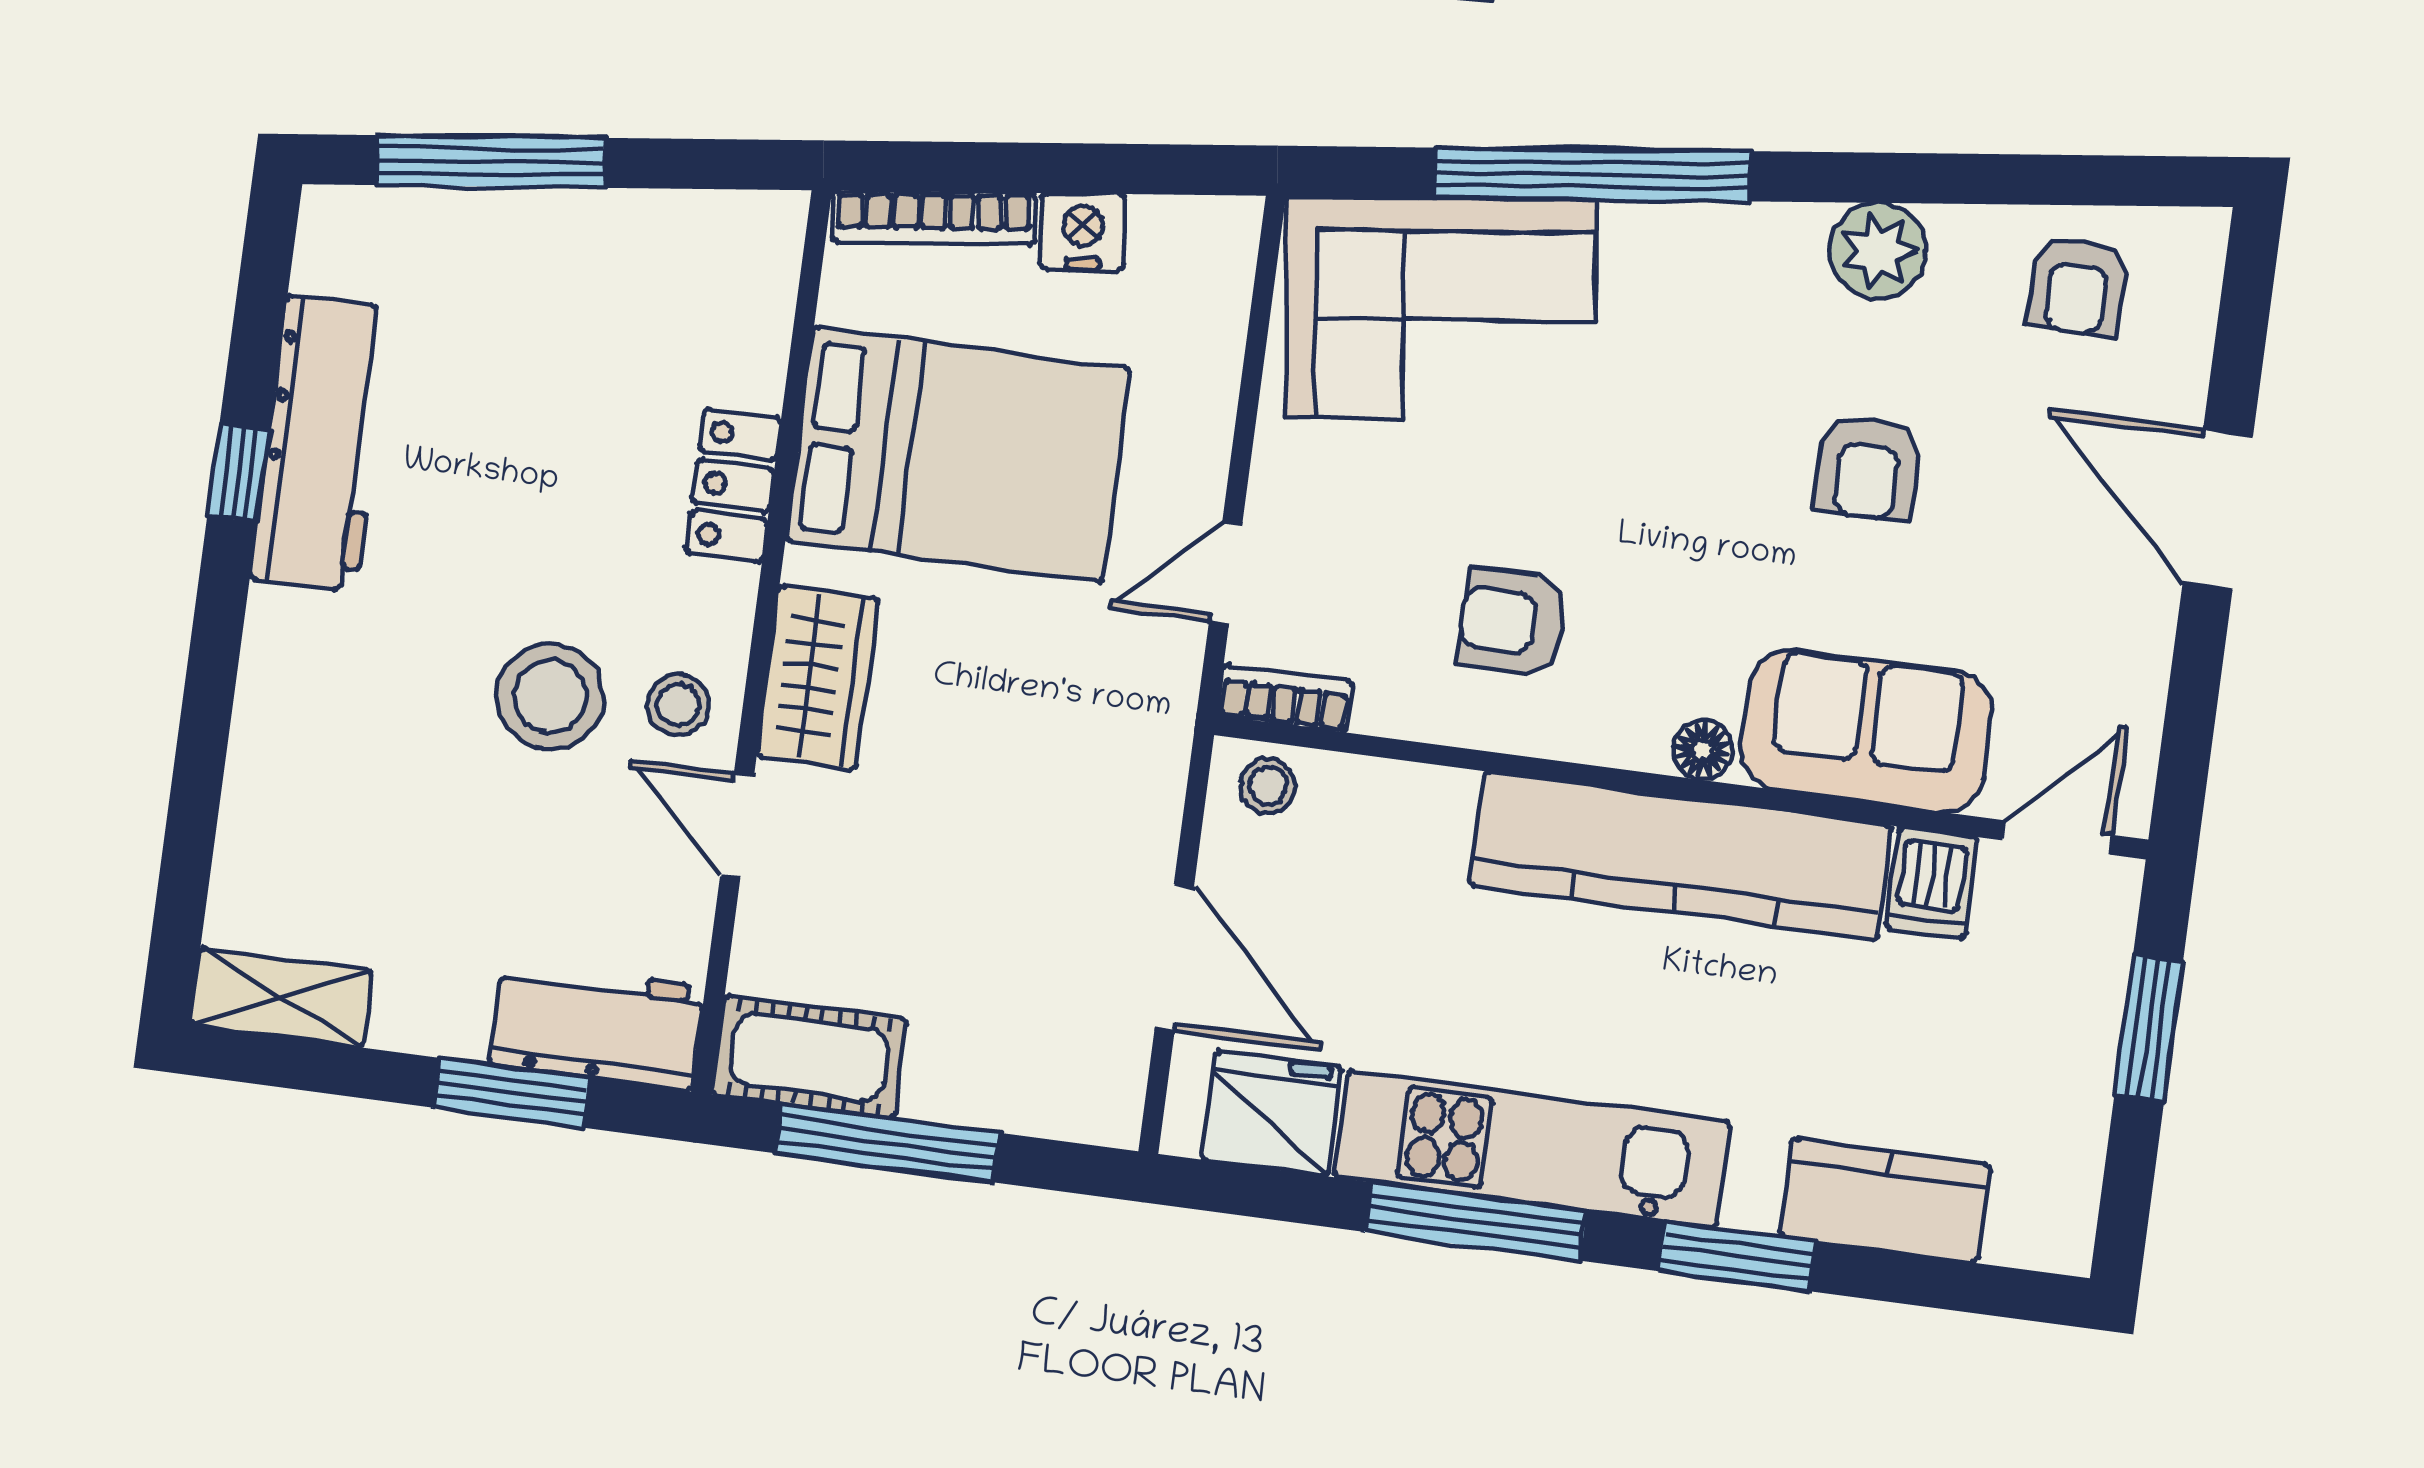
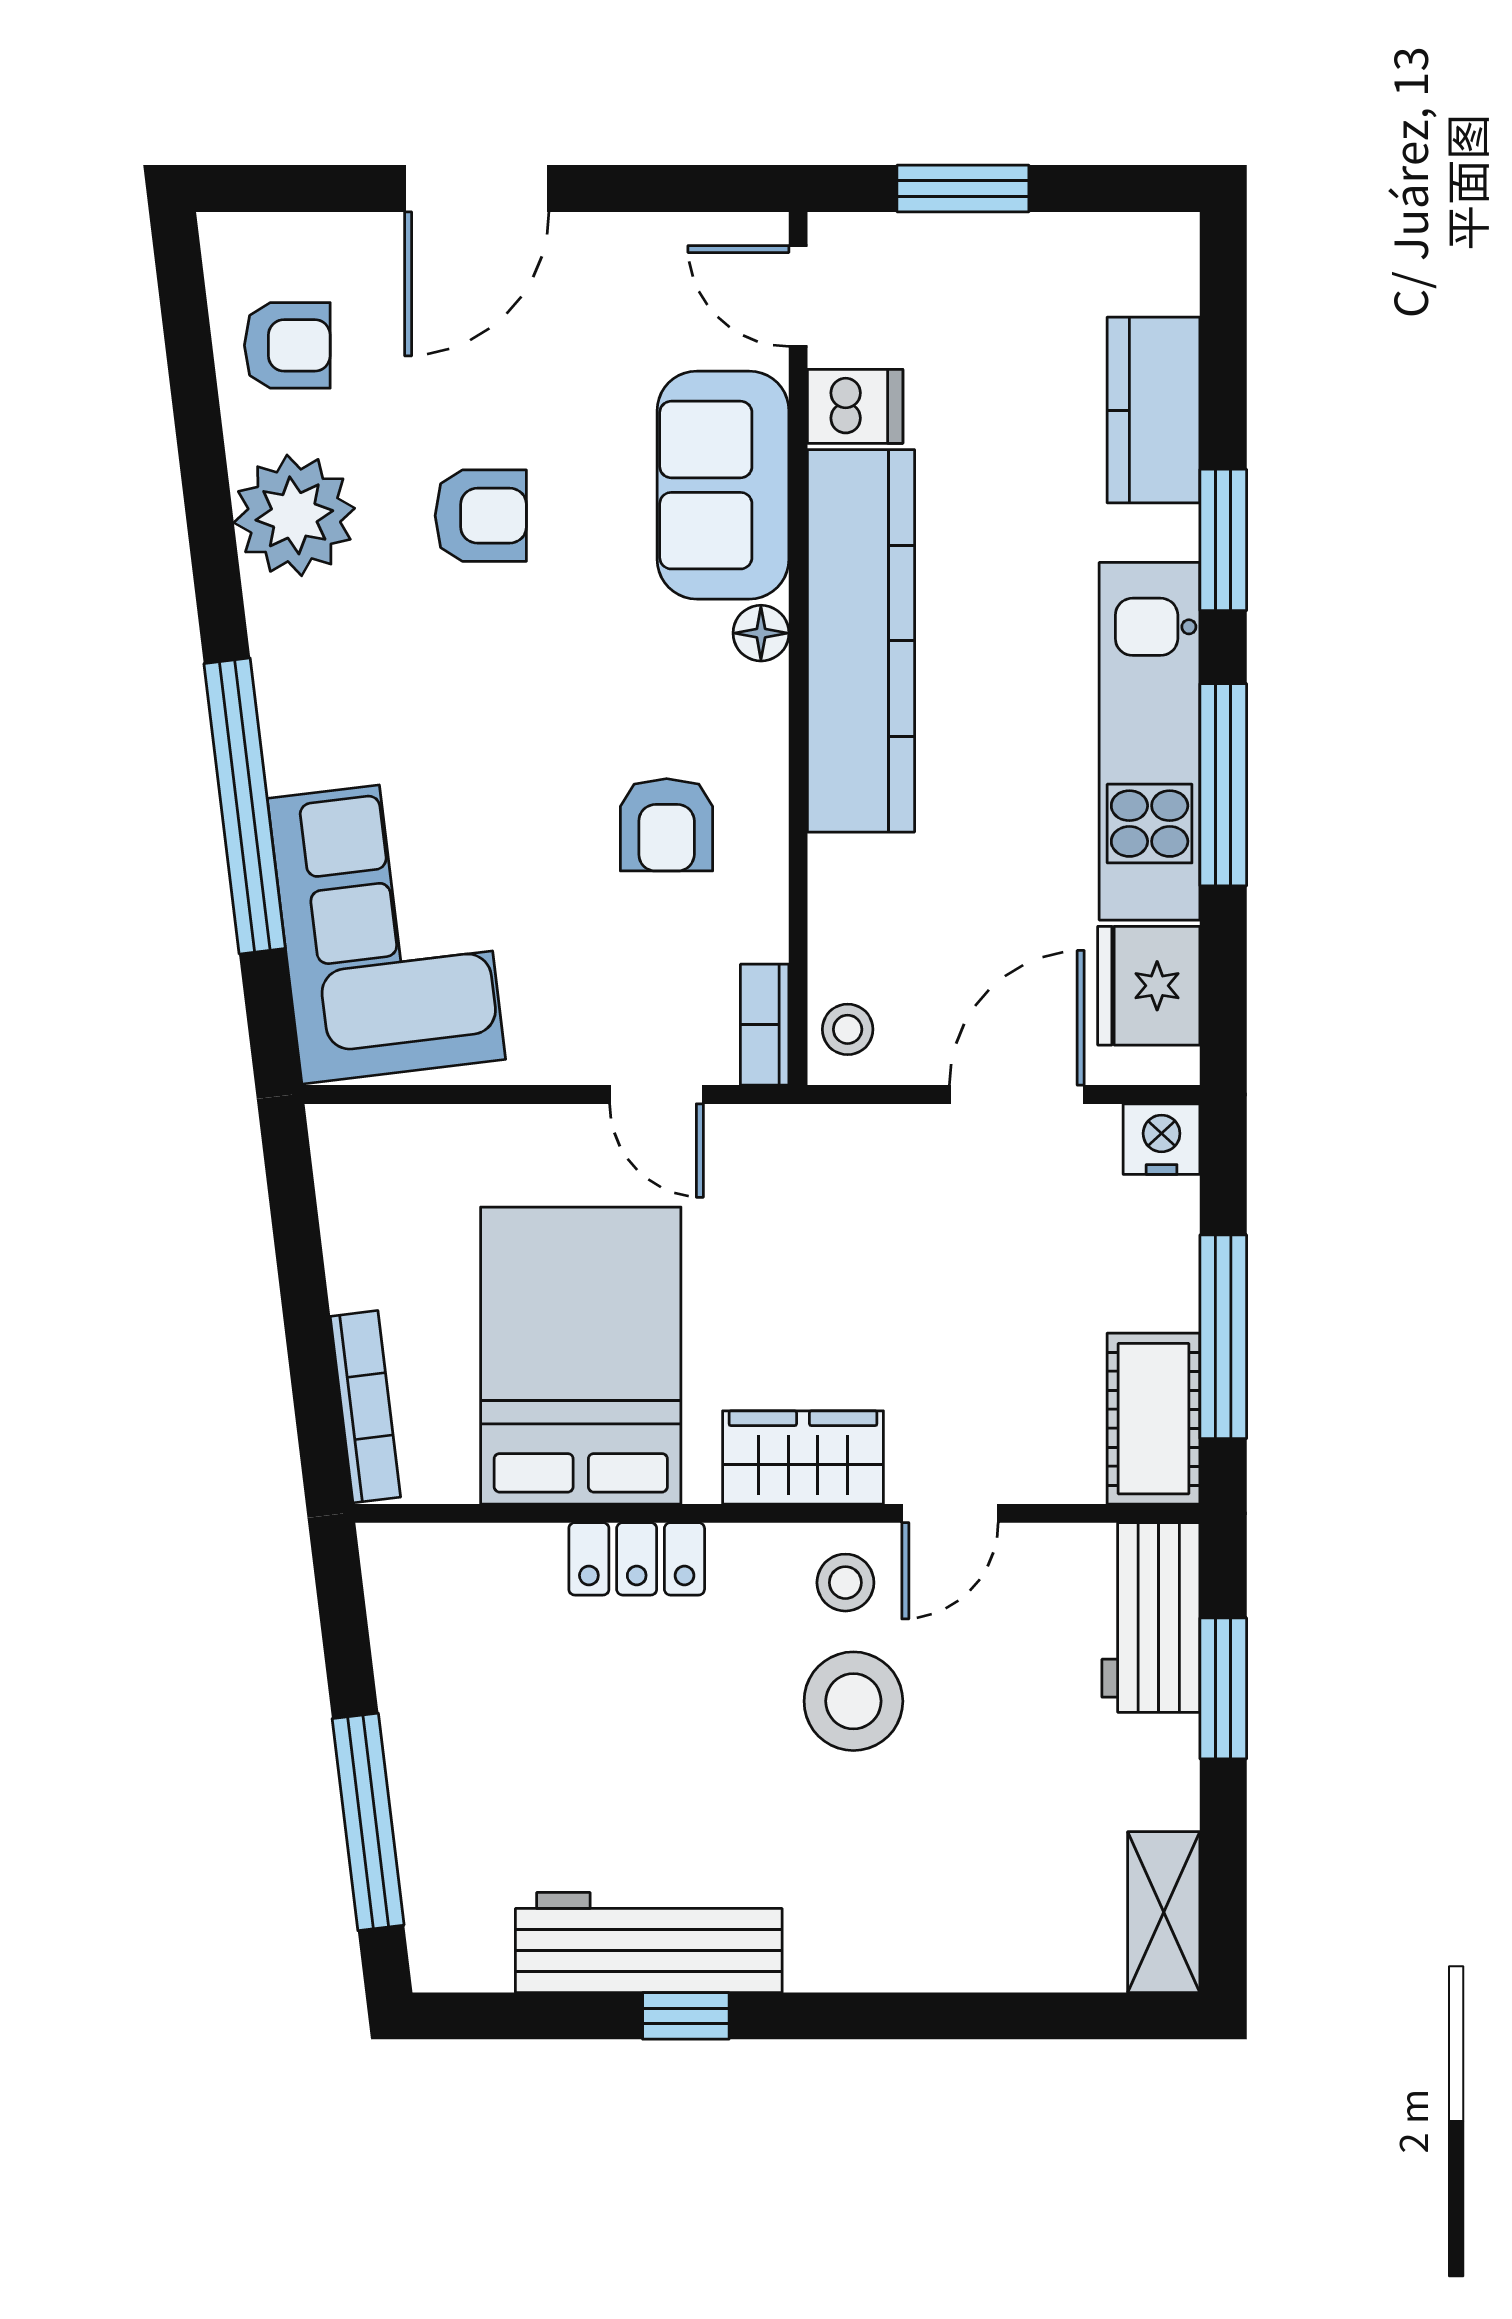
nightstand: (1083, 232) -> (1162, 1139), moved, turned 97
plant: (1878, 251) -> (294, 515), width x1.36, depth x1.36

